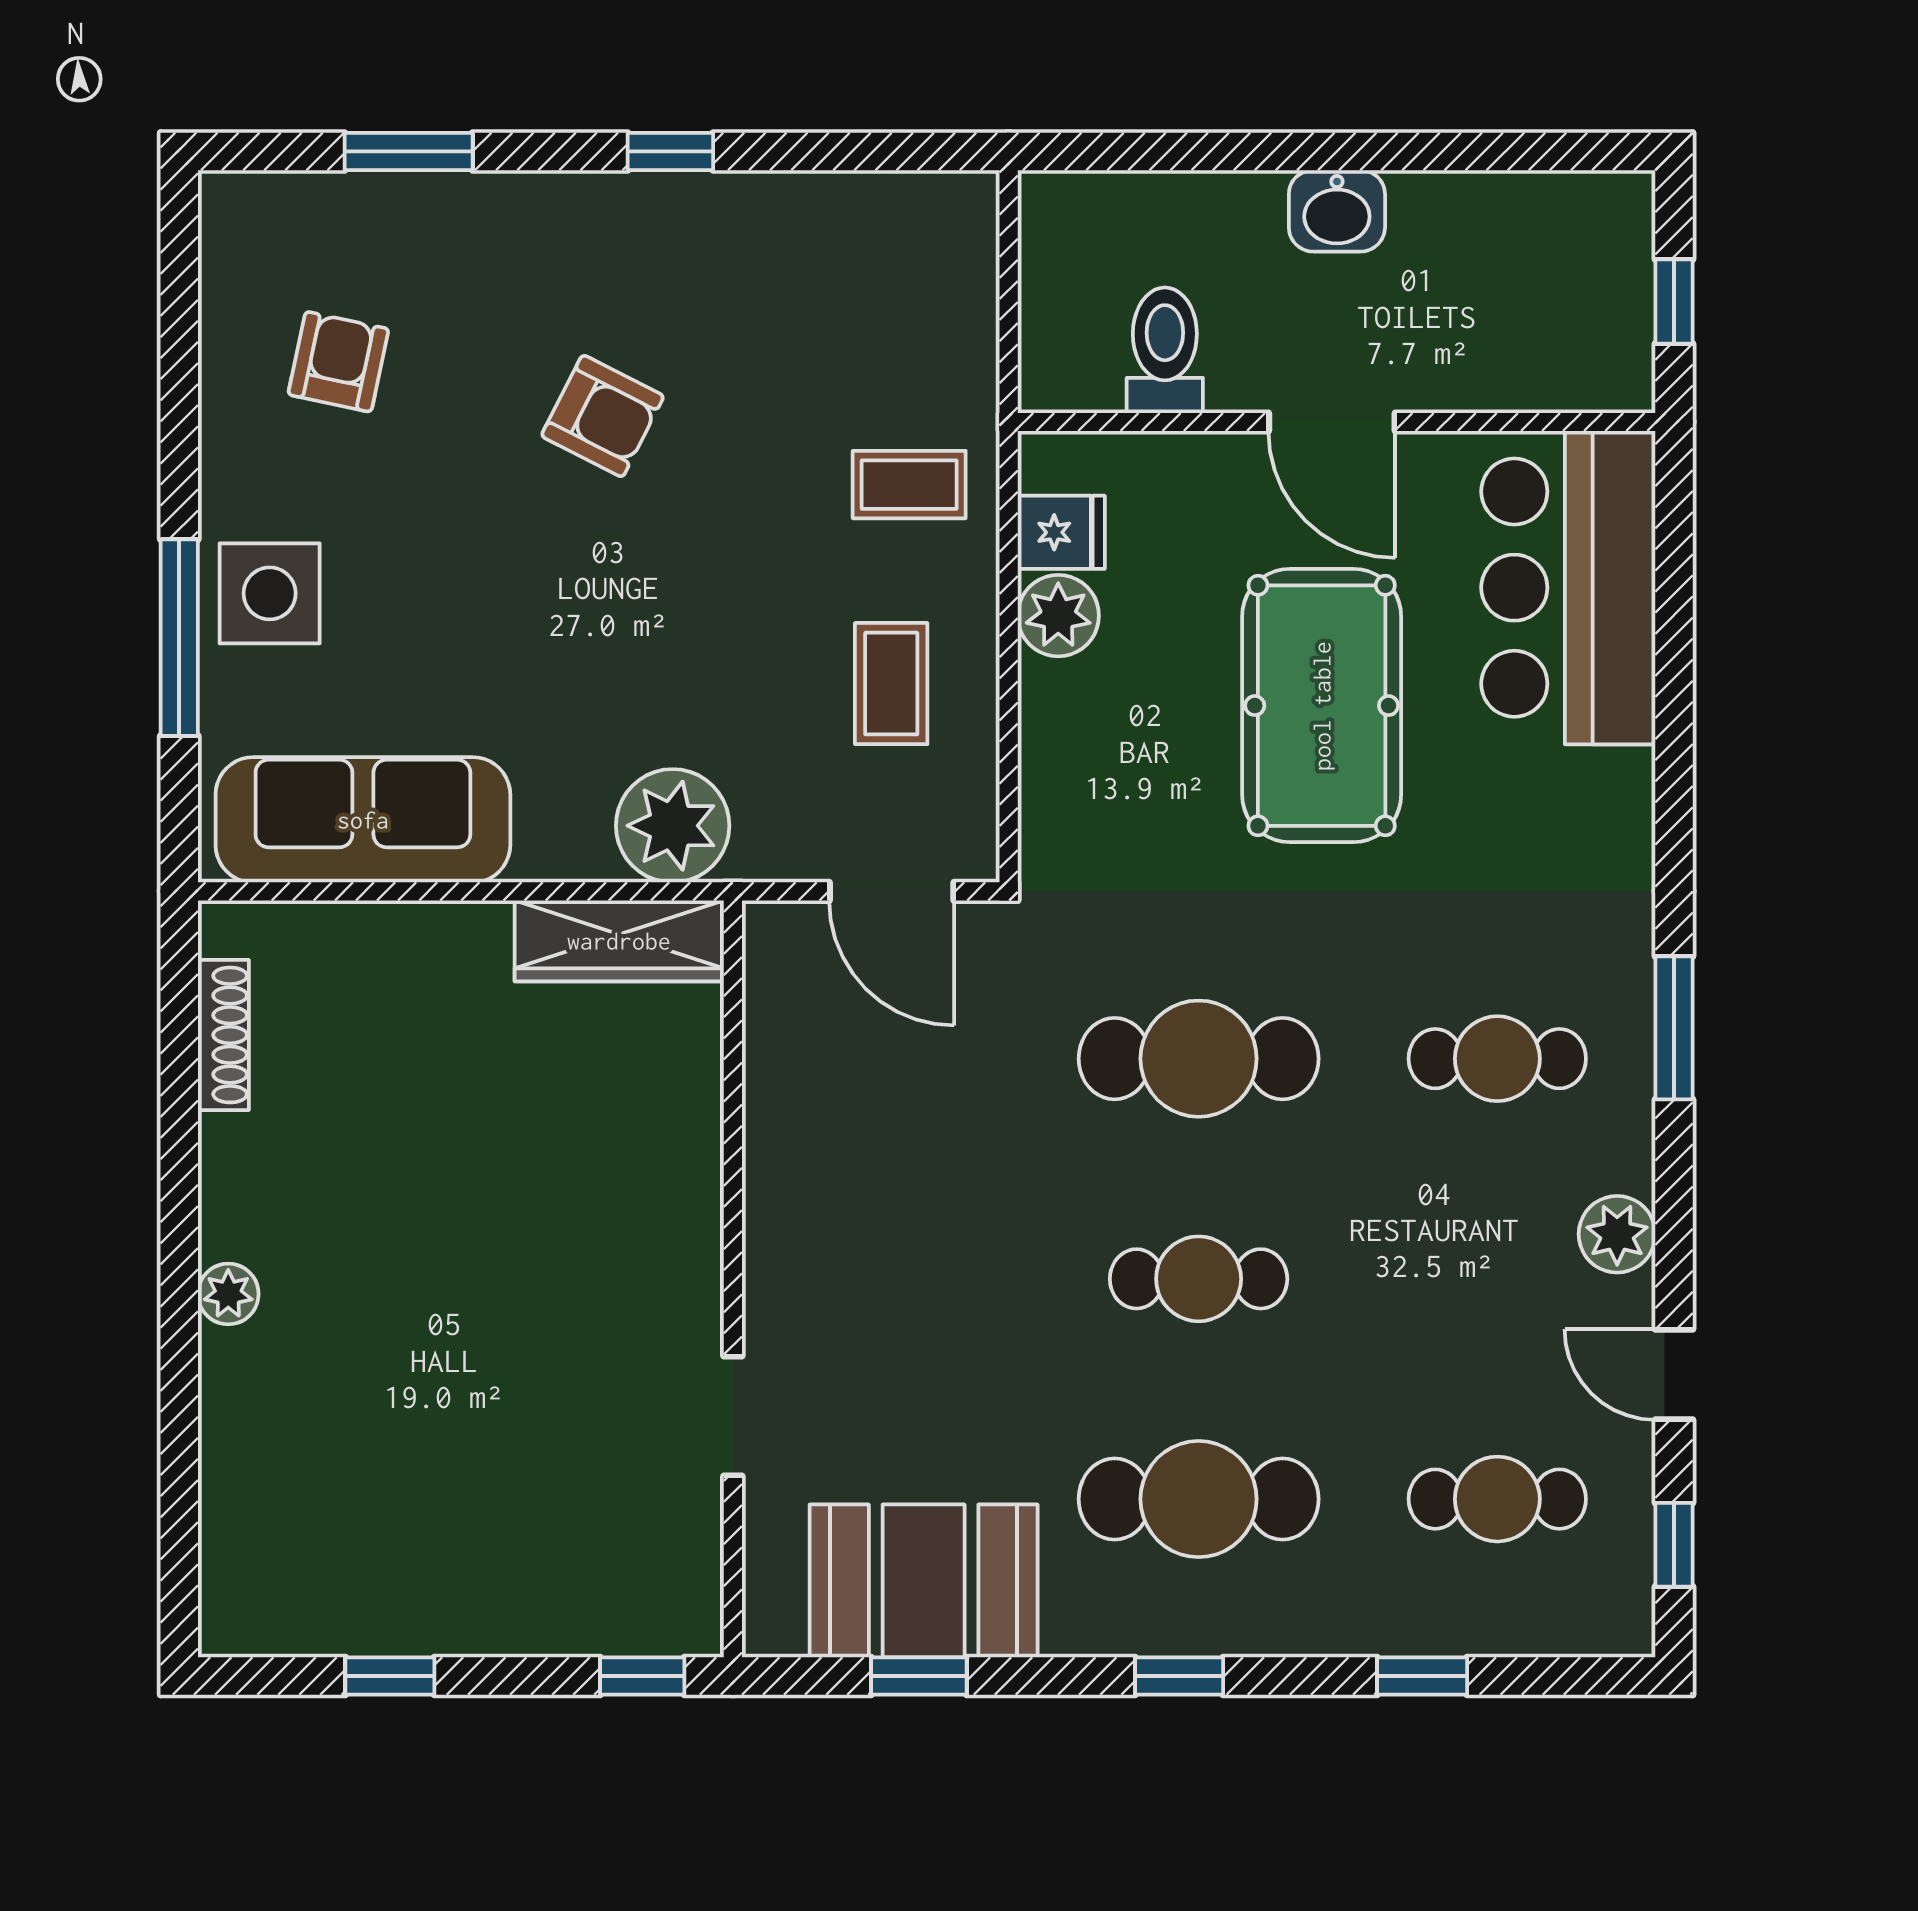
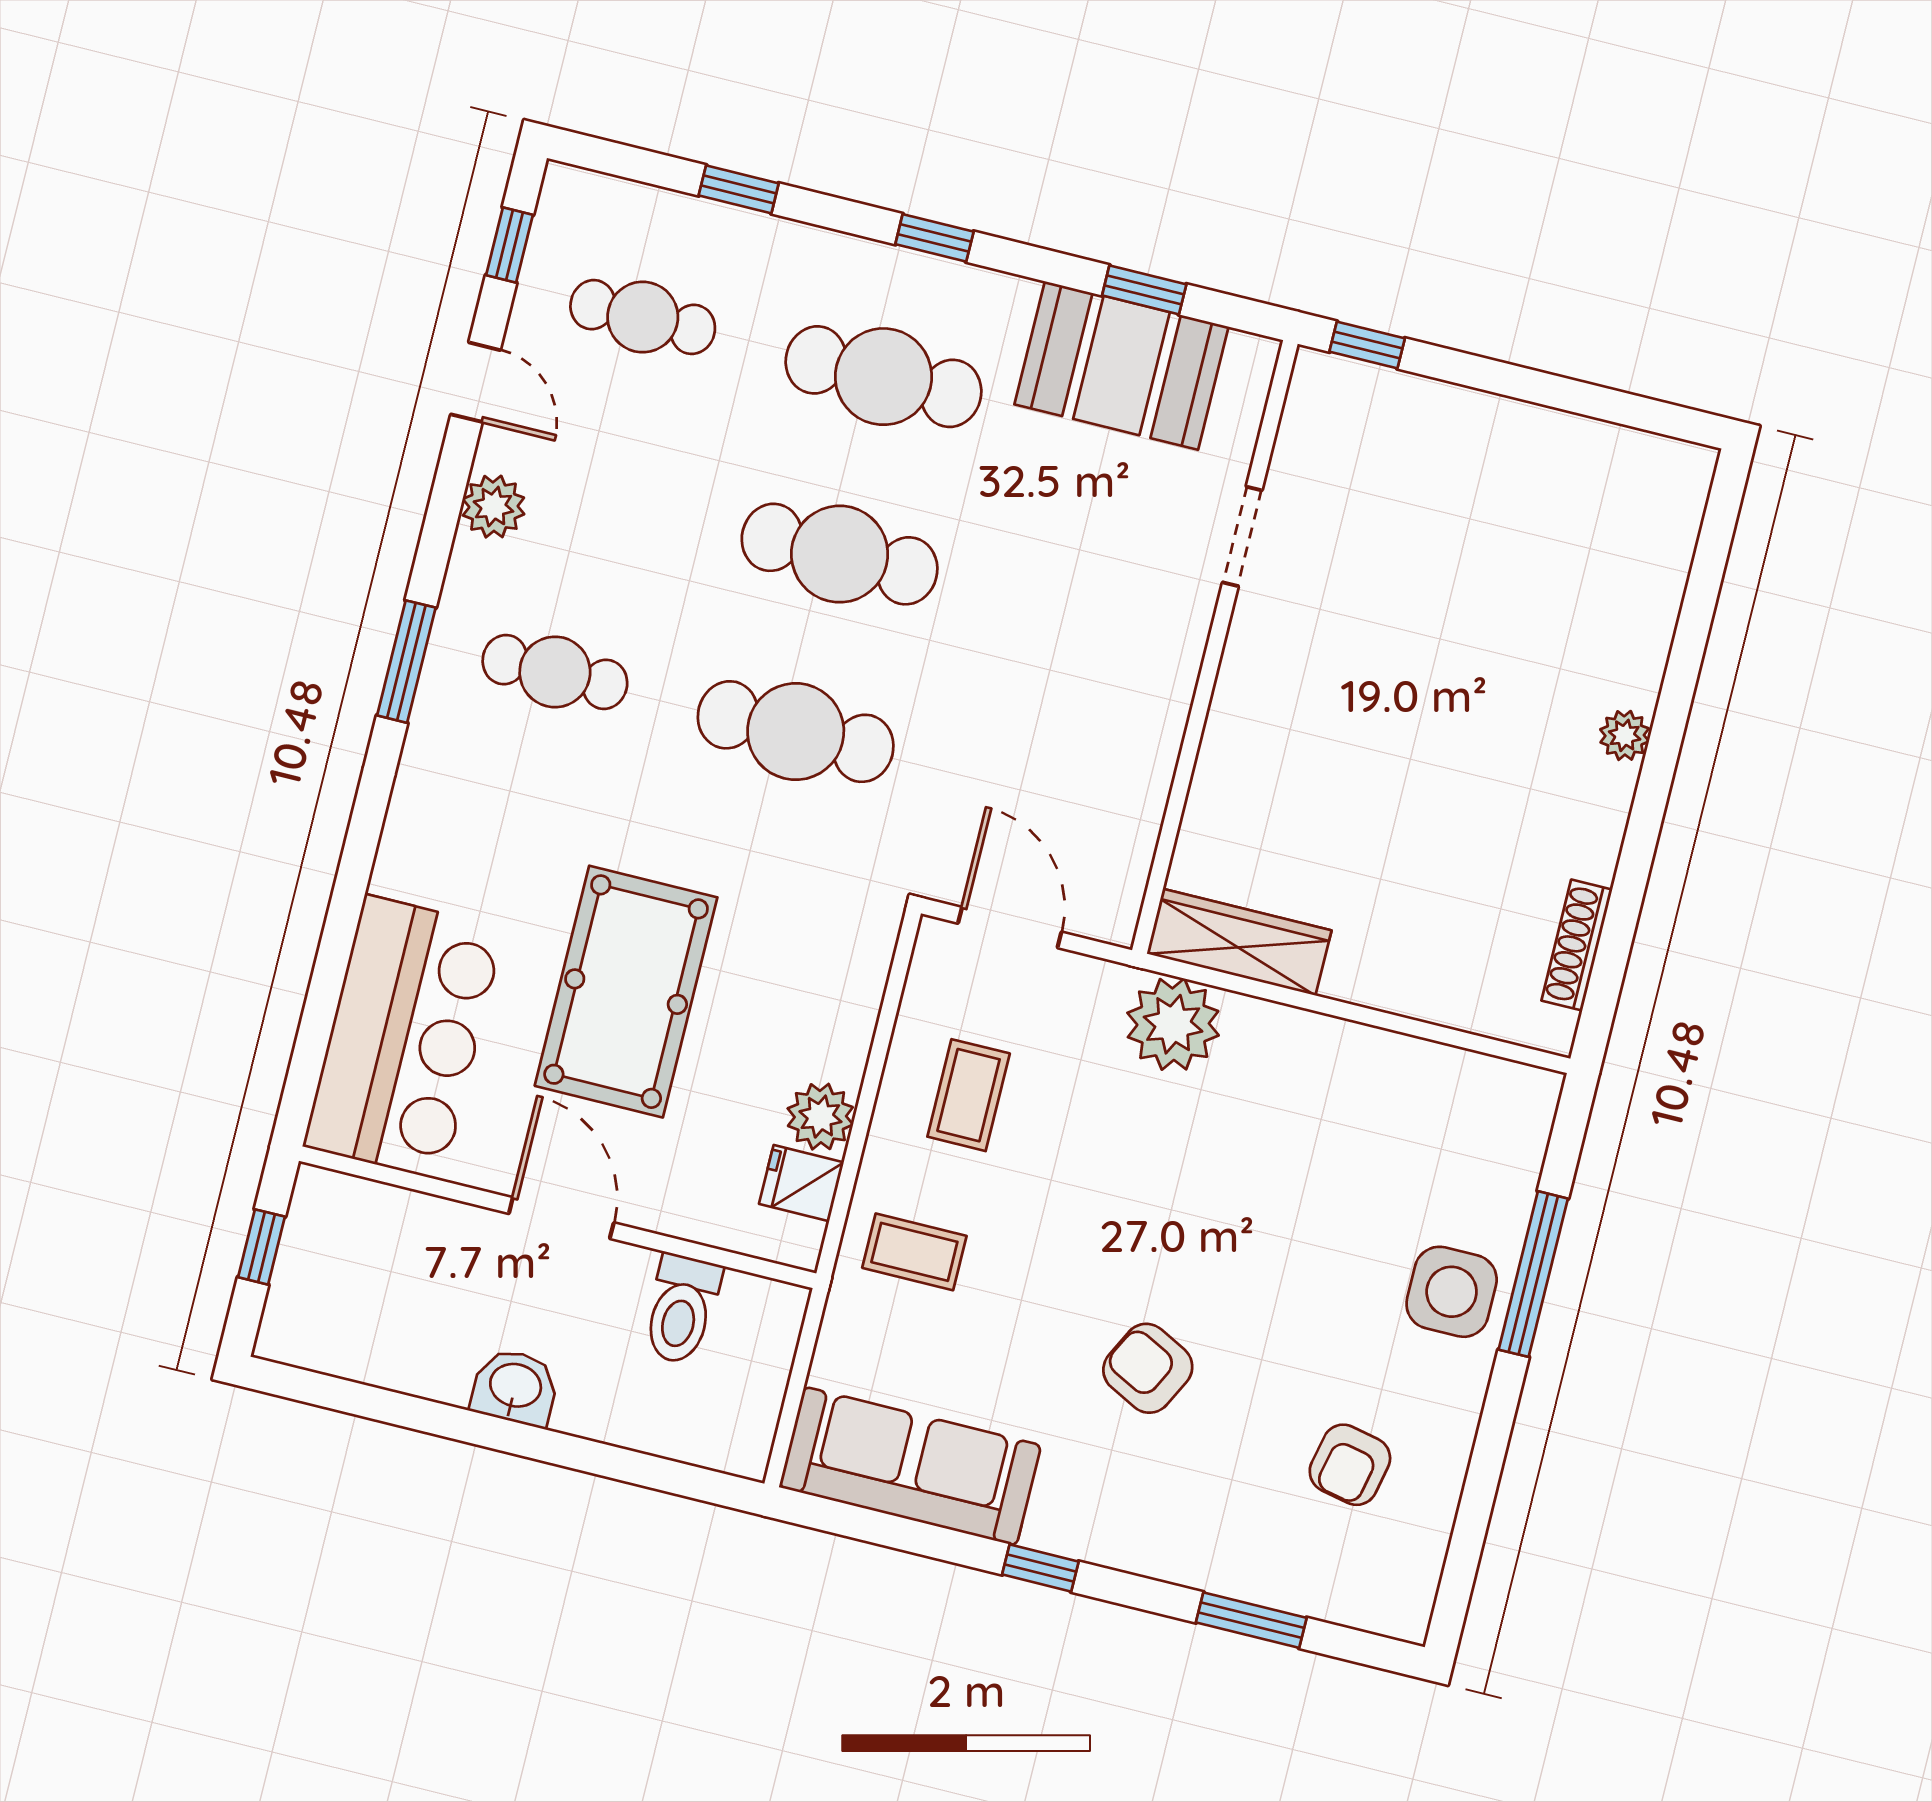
sofa: (363, 820) -> (910, 1466), moved, turned 180
cafe table: (1199, 1279) -> (840, 554), width x1.37, depth x1.35
window: (390, 1676) -> (1570, 395), removed

